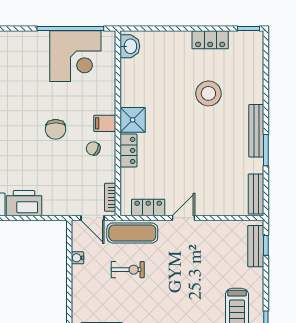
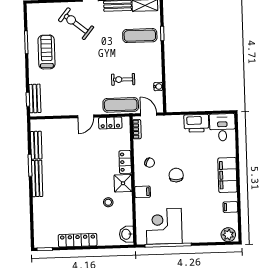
locker: (210, 40) -> (78, 240), width x1.53
stool: (208, 93) -> (108, 202), moved, width x0.53, depth x0.53
filing cabinet: (105, 123) -> (143, 192), moved
bench: (256, 194) -> (36, 145), moved

